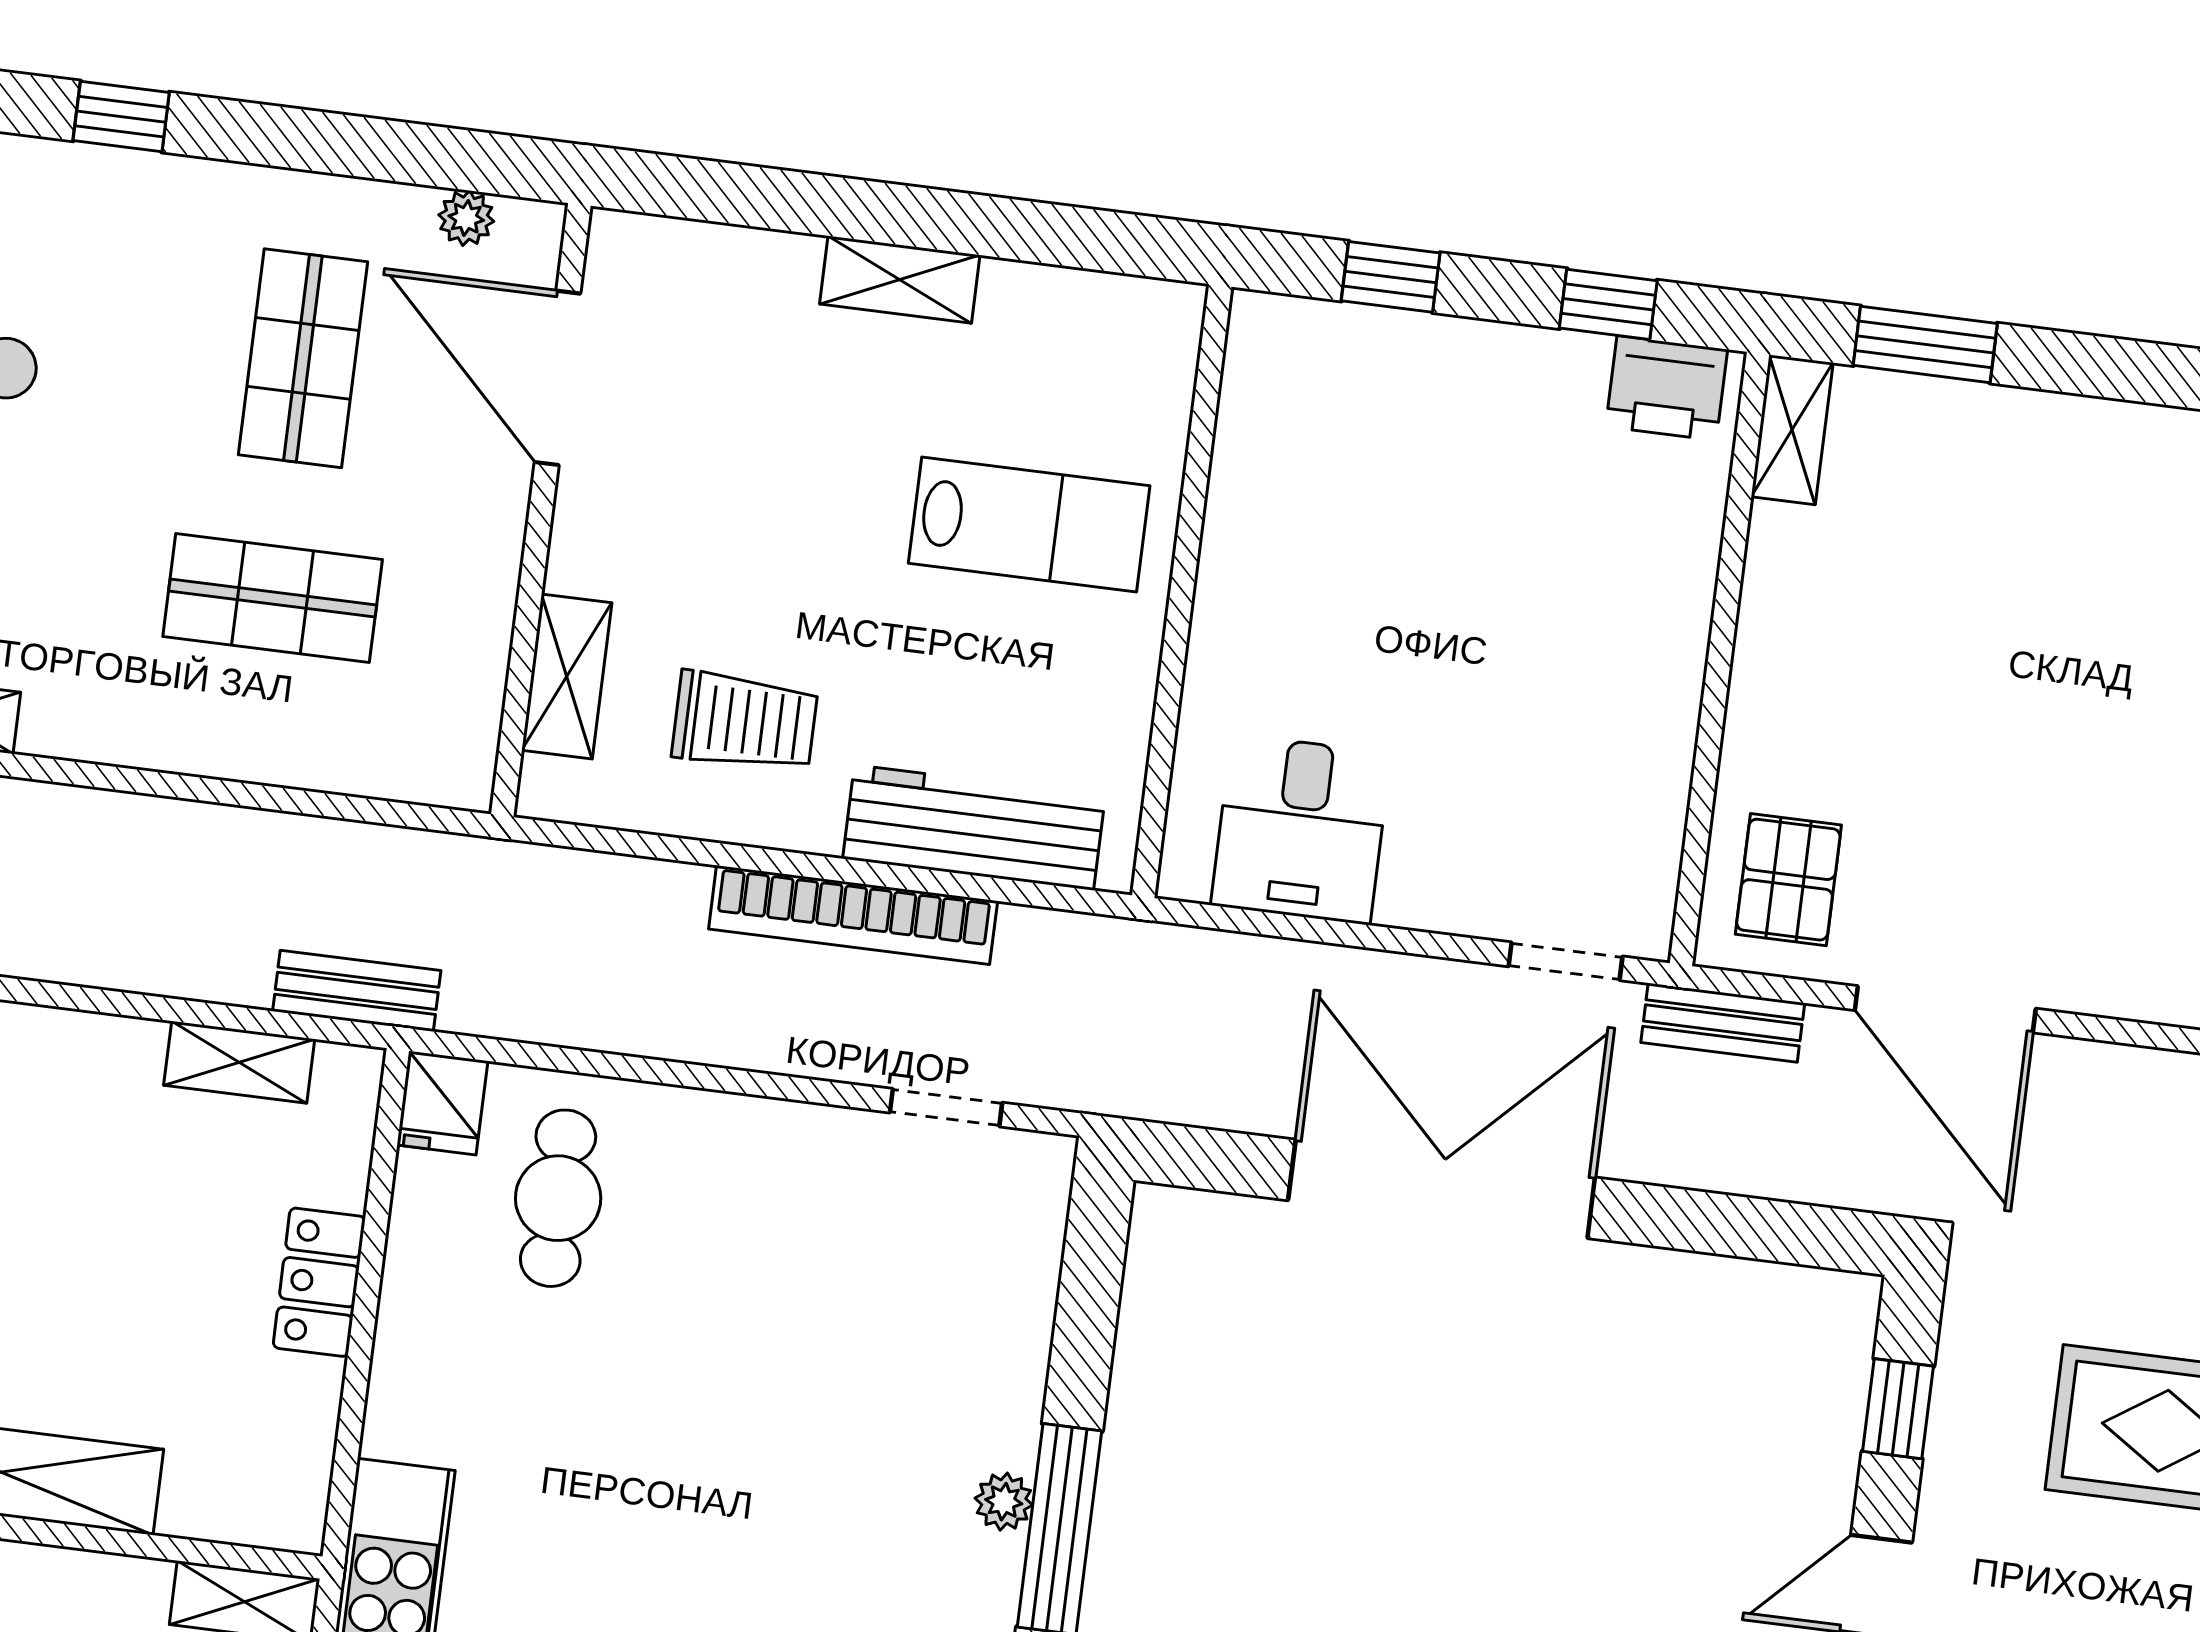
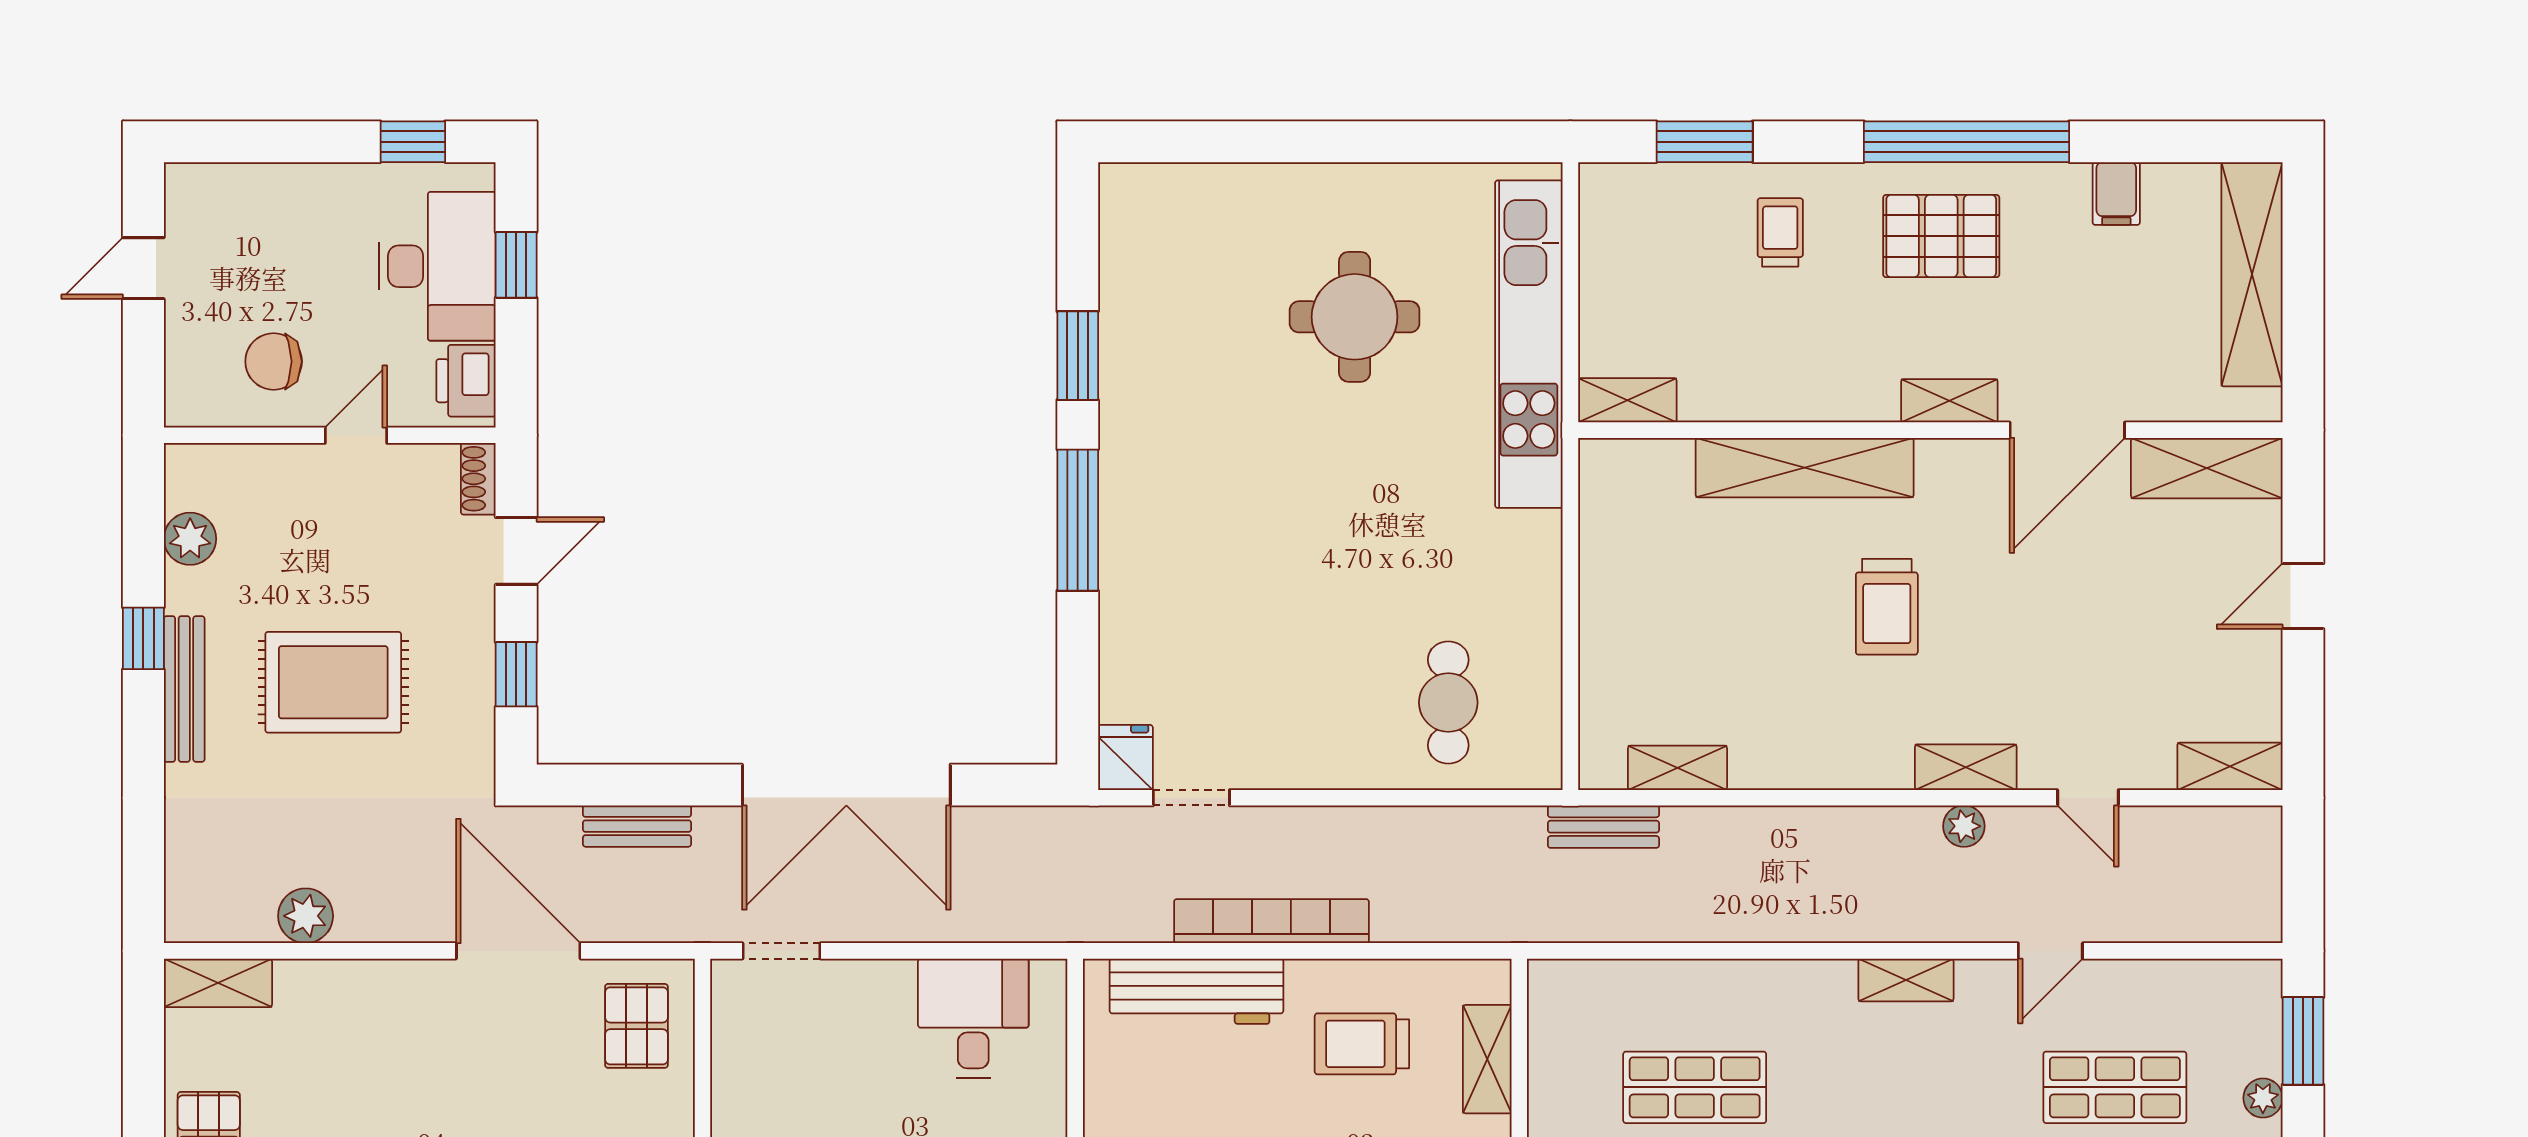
bench: (1723, 1023) -> (637, 826), moved
fridge: (442, 1103) -> (1125, 757), moved
locker: (319, 1282) -> (1604, 625), removed
plant: (1004, 1502) -> (1118, 534), removed

